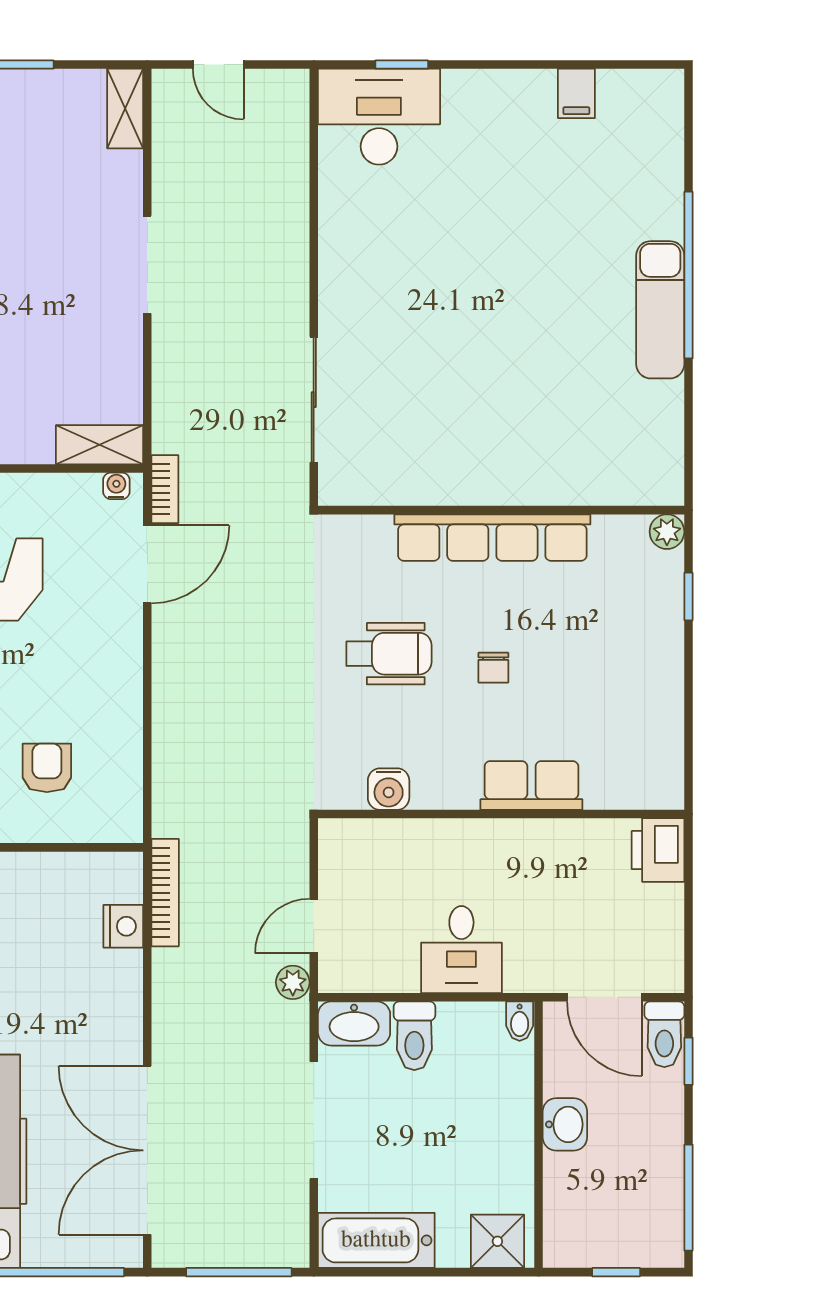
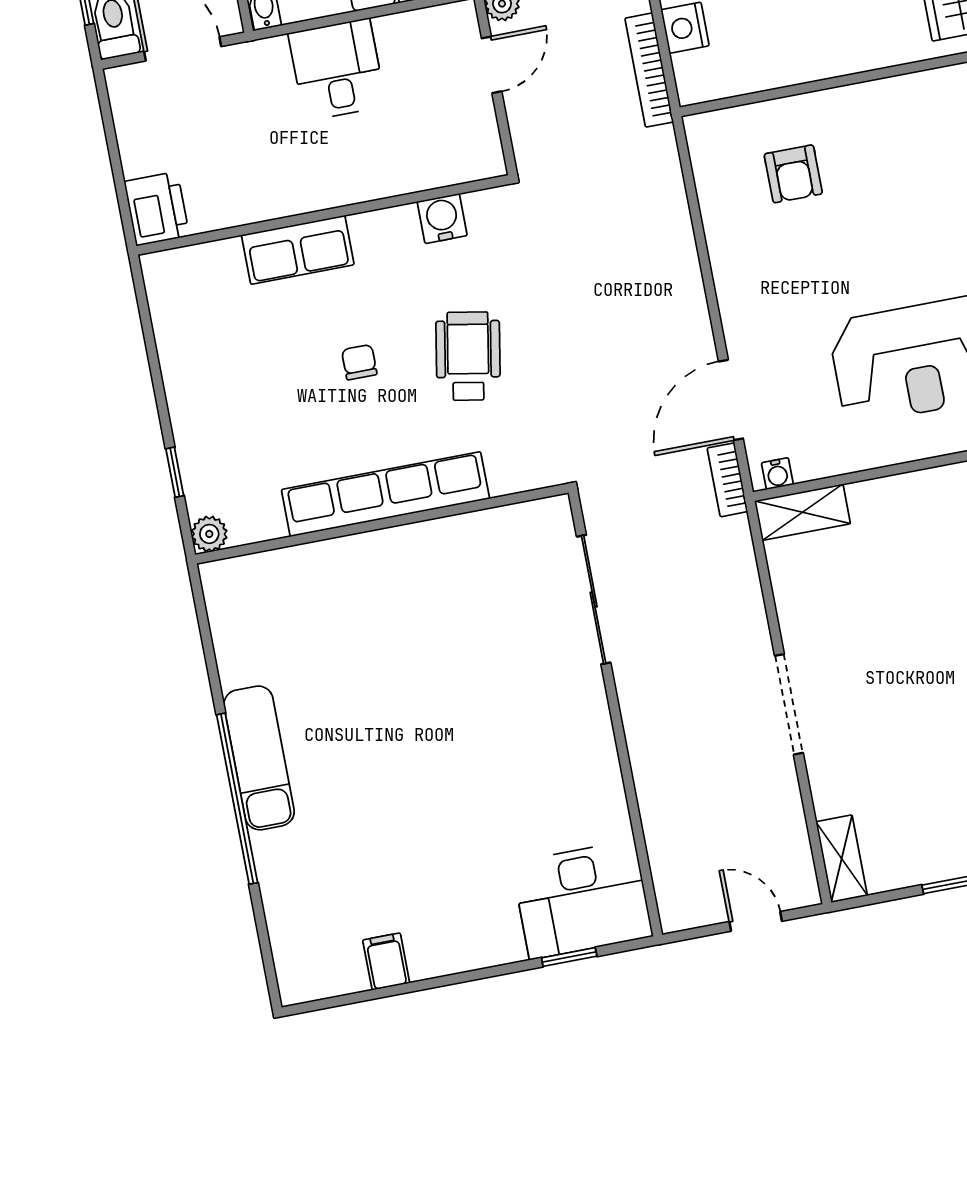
wheelchair: (389, 654) -> (468, 356), turned 100

